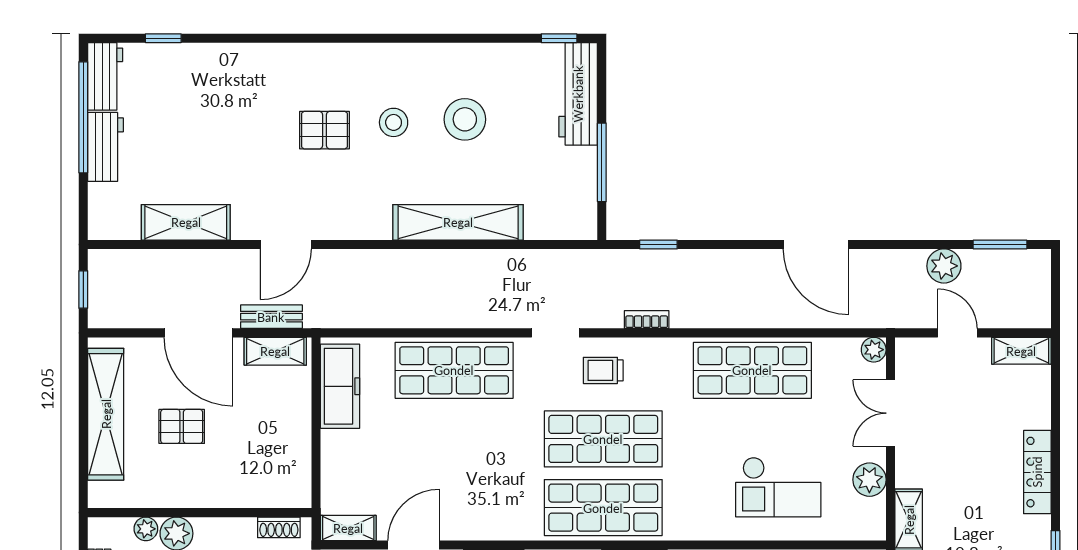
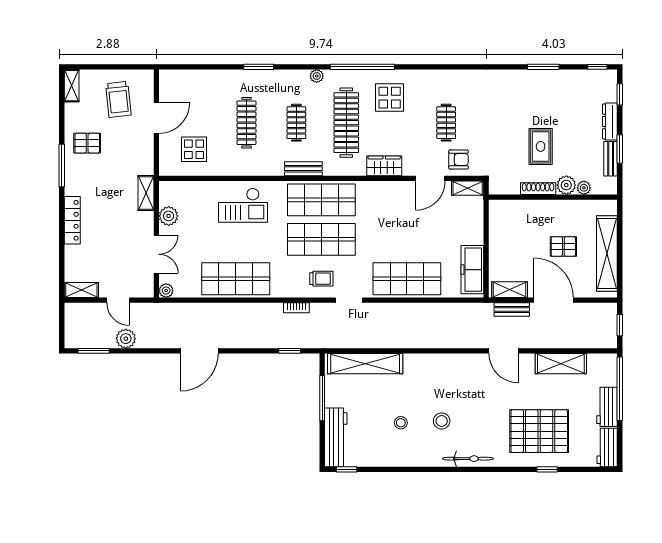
window: (163, 38) -> (547, 469), moved
bicycle: (348, 57) -> (468, 459), added
window: (83, 117) -> (620, 389), moved
stool: (465, 119) -> (401, 423), width x0.53, depth x0.53
pallet: (324, 130) -> (539, 431), moved, width x2.05, depth x2.00
shelving: (458, 222) -> (365, 364), moved
door: (286, 244) -> (503, 351), swing flipped
door: (816, 244) -> (199, 351), swing flipped
checkout: (778, 487) -> (243, 205), moved, turned 180
shoe rack: (279, 527) -> (538, 189), moved, width x1.43

